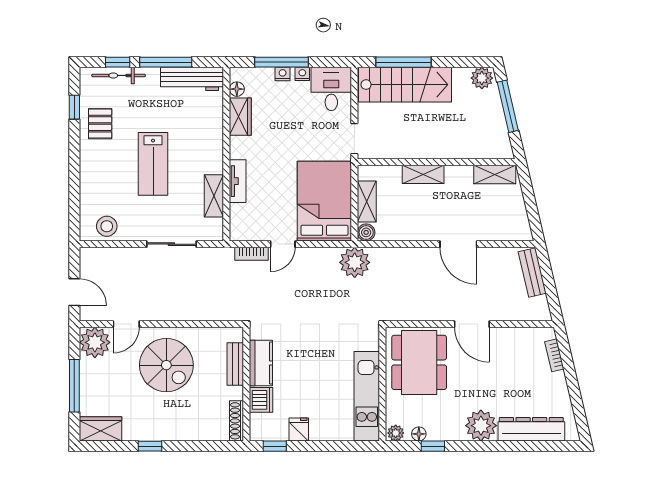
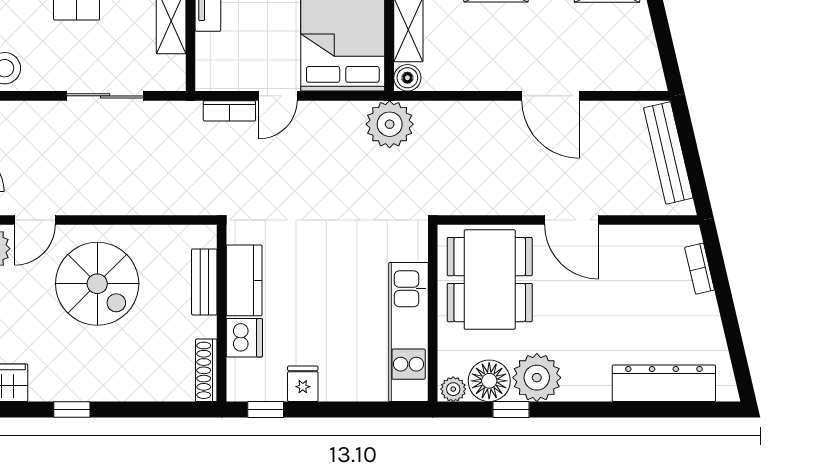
bench: (532, 273) -> (668, 153), width x1.36
plant: (481, 426) -> (537, 378), moved
floor lamp: (419, 434) -> (489, 381), width x1.89, depth x1.89

